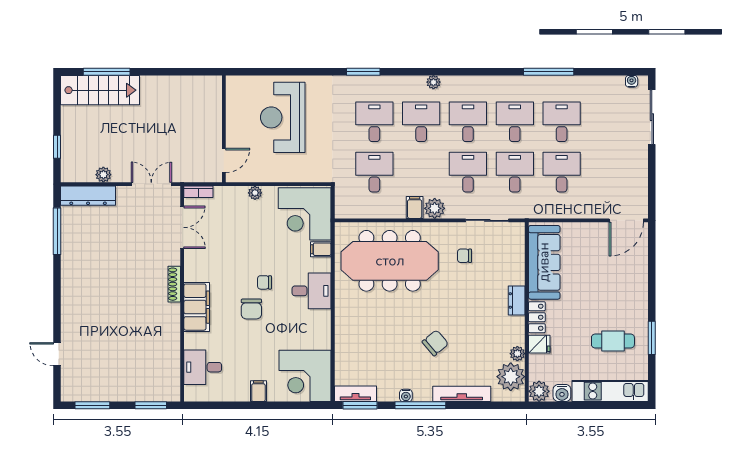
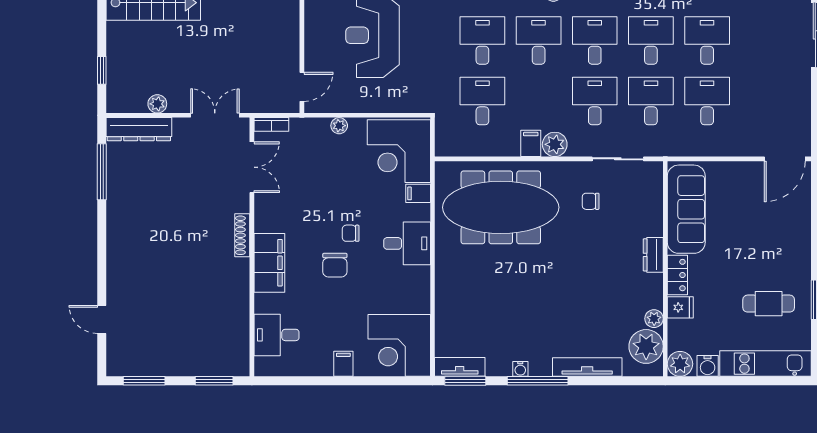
chair: (435, 343) -> (555, 306), removed

